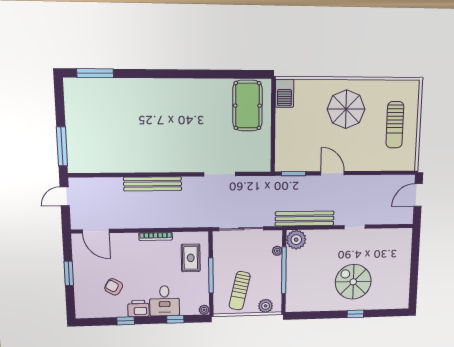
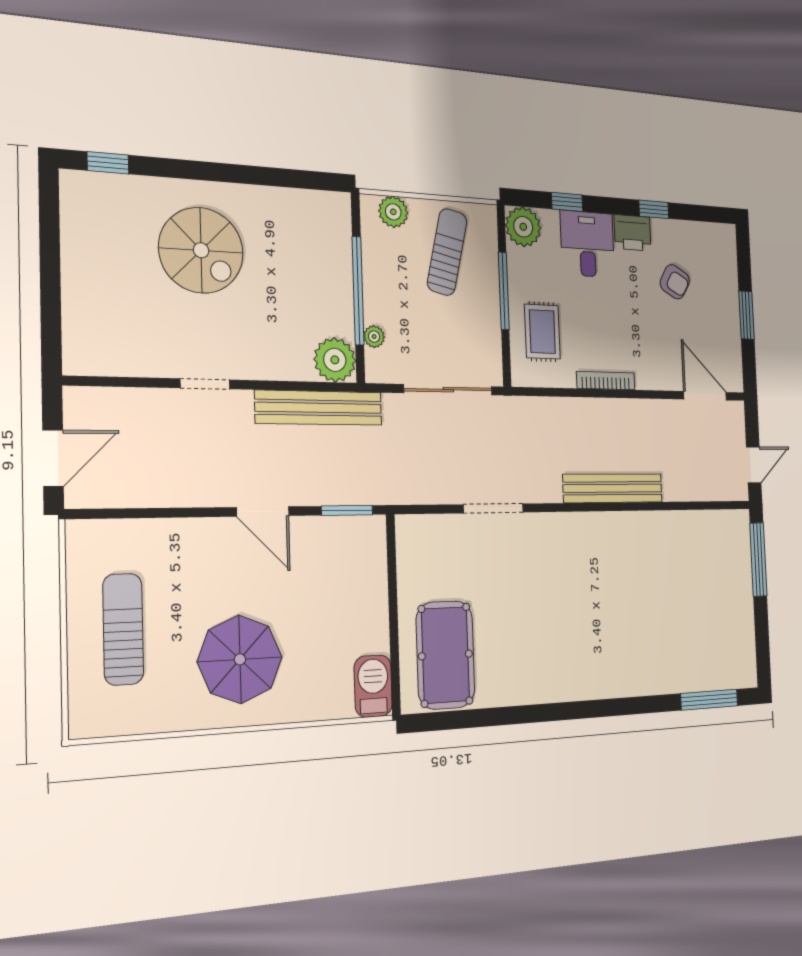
plant: (204, 310) -> (523, 227), width x1.88, depth x1.88
window: (355, 314) -> (108, 163), moved

